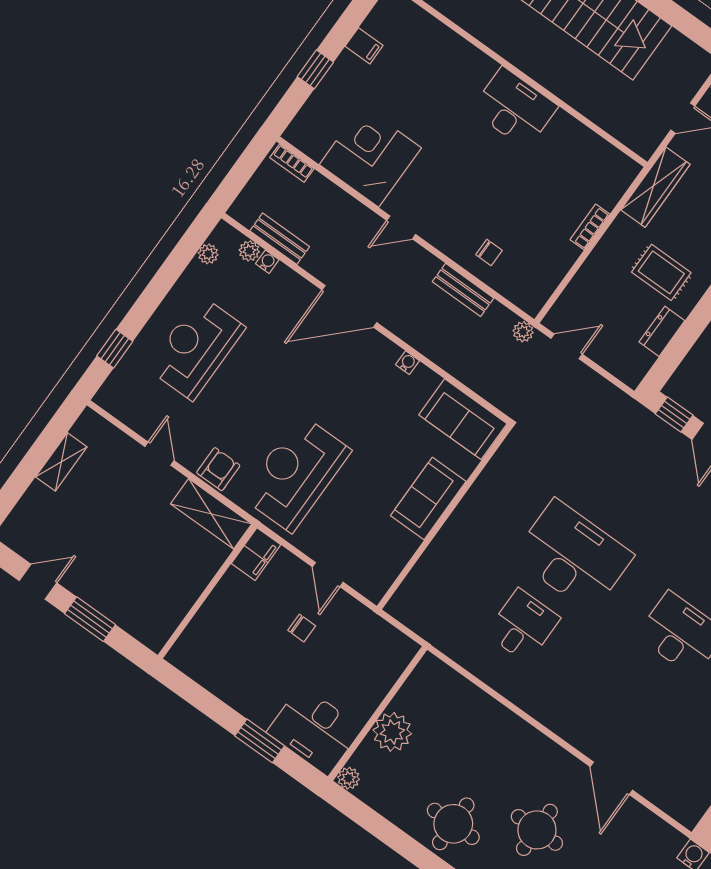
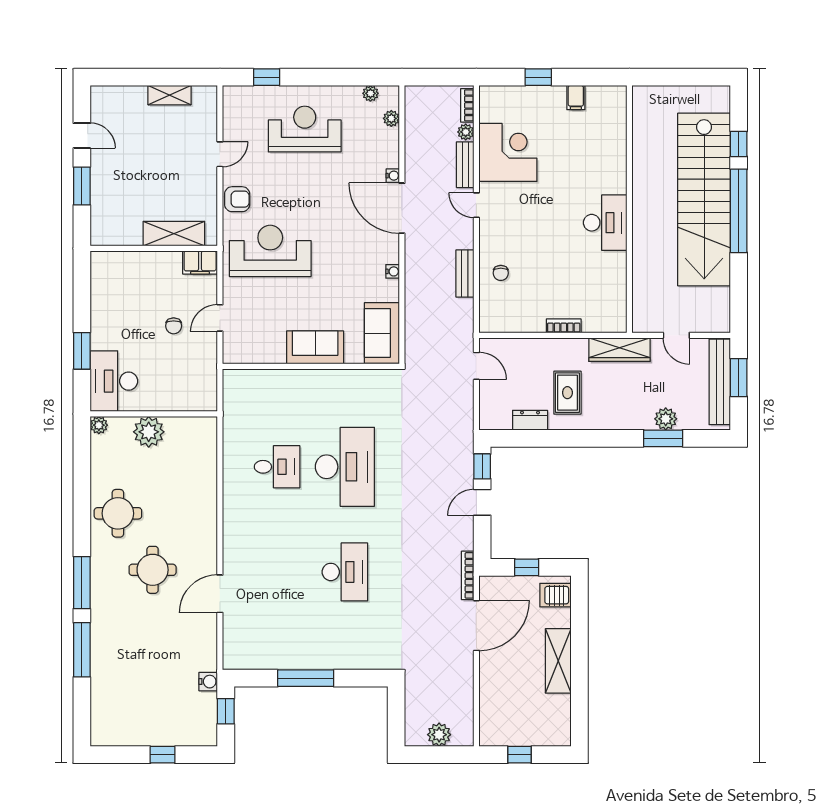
bench: (280, 239) -> (465, 165), moved
water cooler: (267, 262) -> (393, 176), moved
plant: (523, 332) -> (466, 132), moved
shelving: (211, 514) -> (174, 234), moved, turned 90

